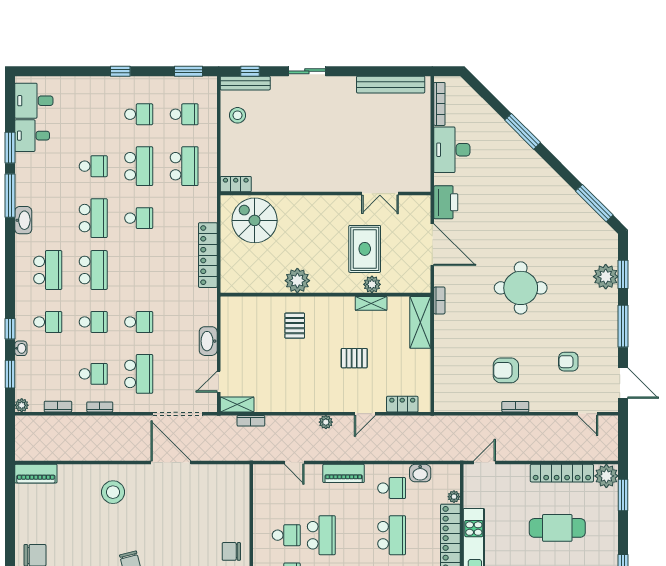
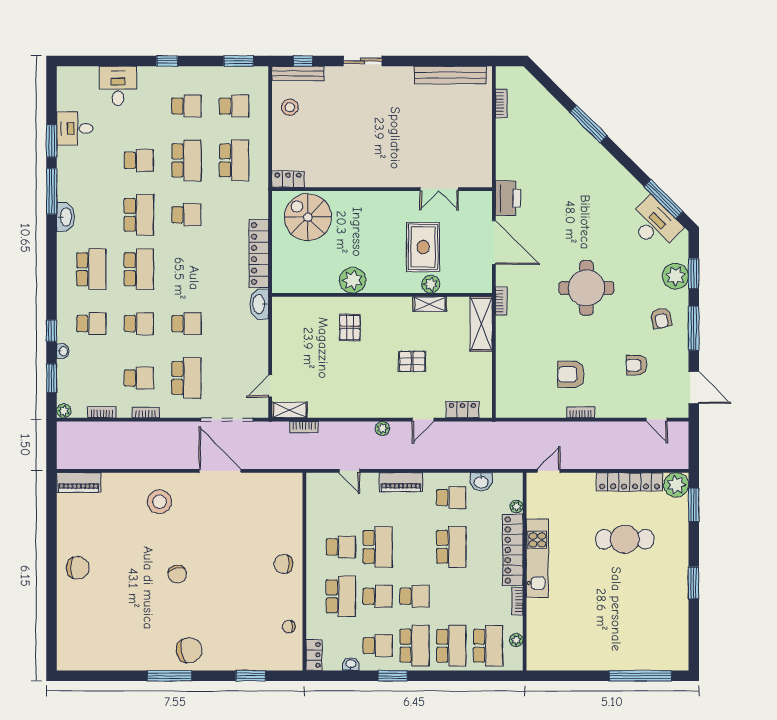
desk: (34, 101) -> (118, 86), moved, turned 90
bookcase: (439, 104) -> (501, 103), width x0.64
desk: (452, 150) -> (654, 224), moved, turned 135
armchair: (592, 317) -> (661, 318), added
washbasin: (208, 341) -> (259, 304), moved

